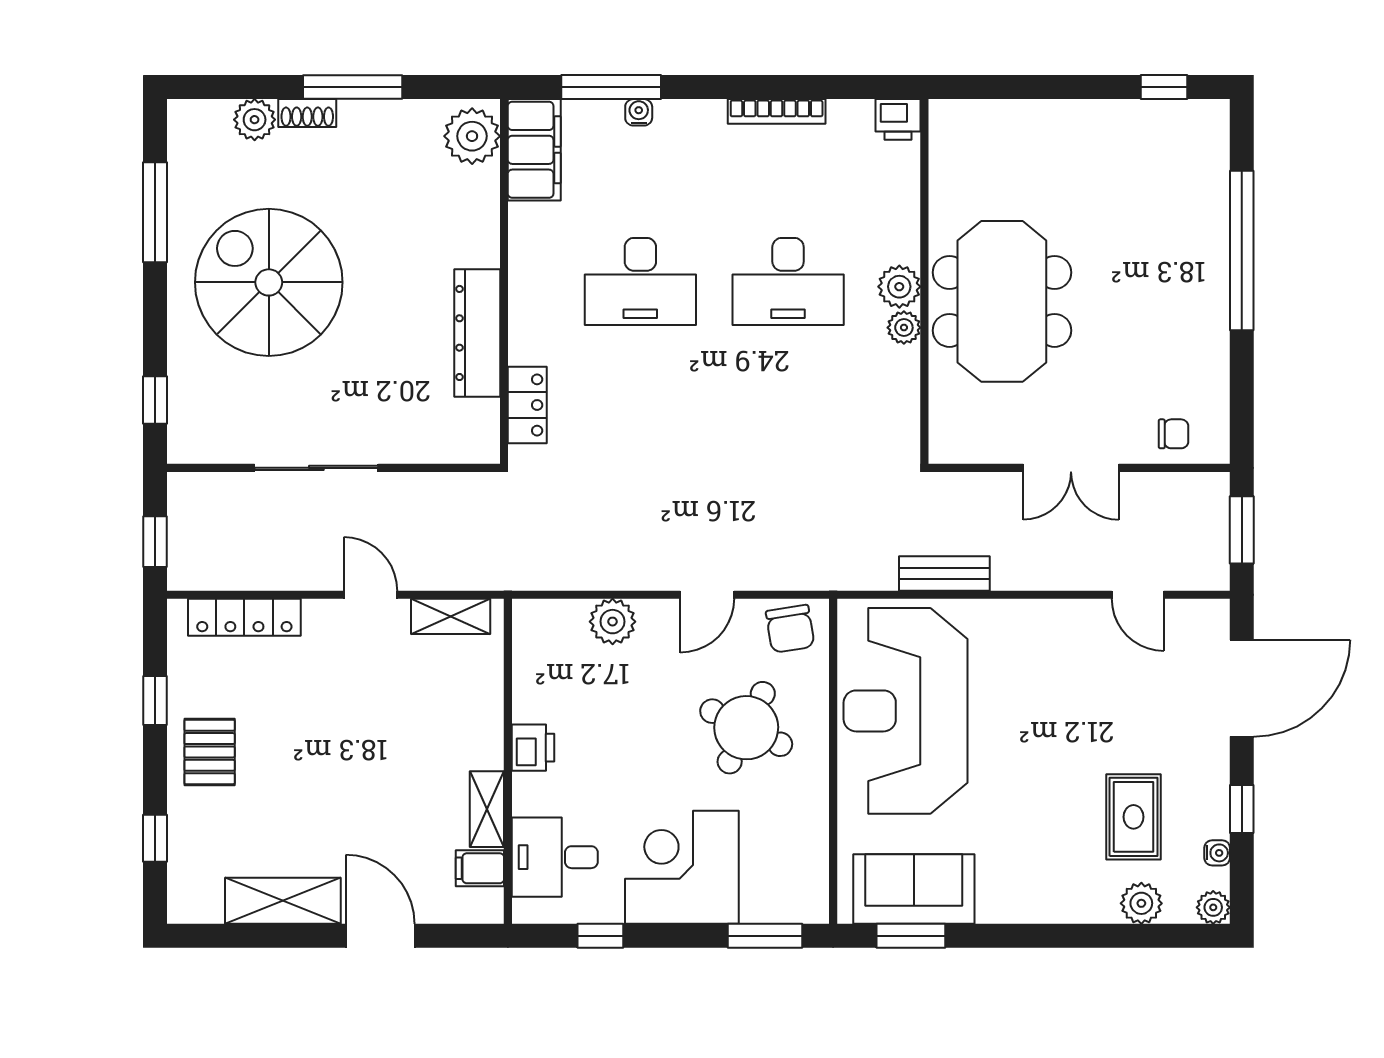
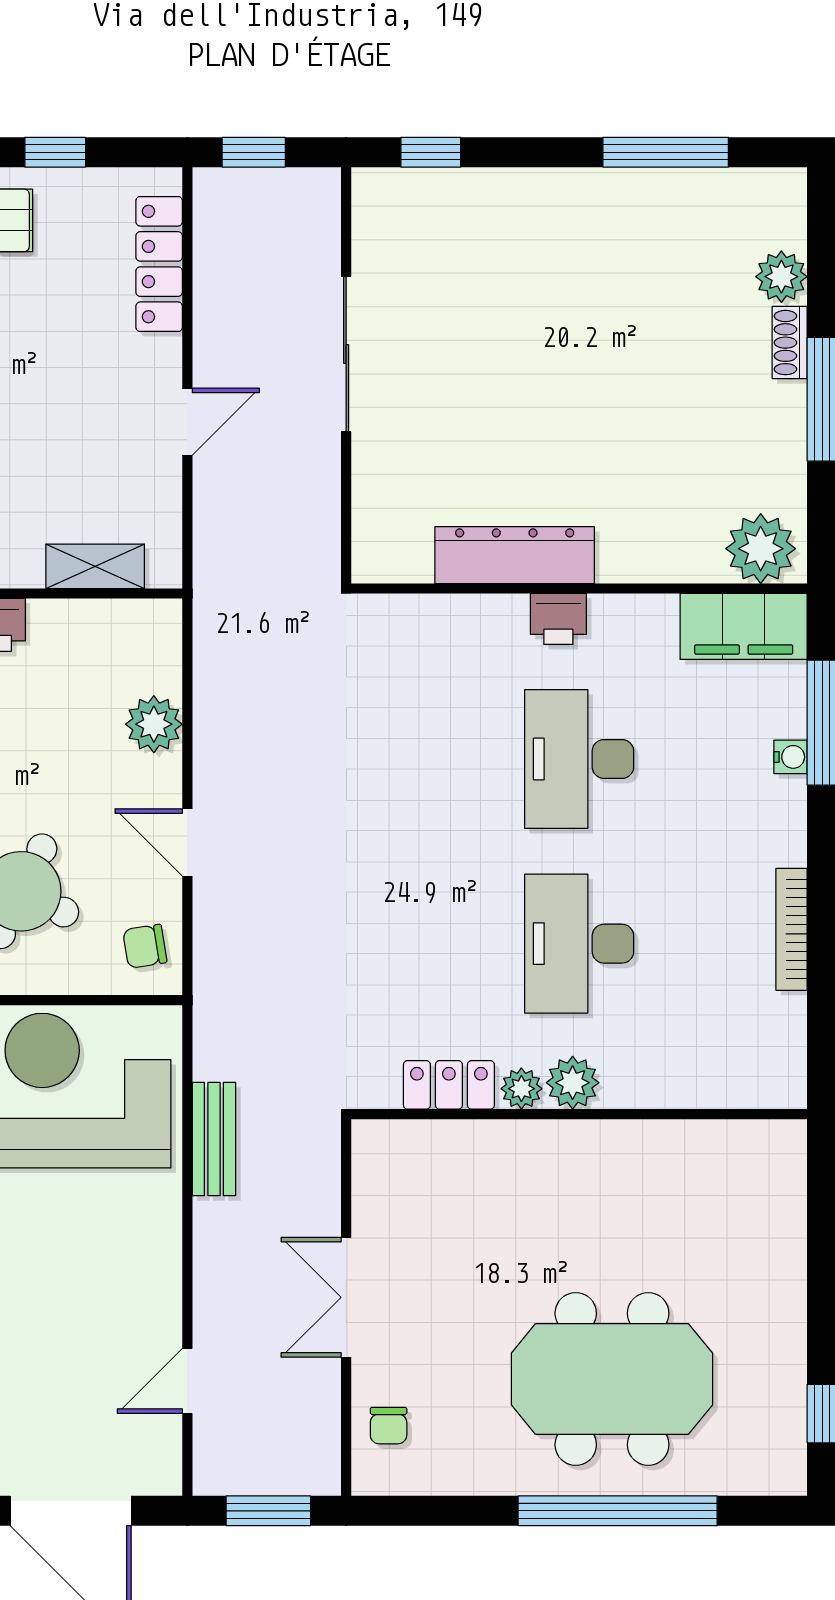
printer: (898, 119) -> (558, 619), moved, turned -90
spiral stairs: (269, 282) -> (578, 294), removed
meeting table: (1002, 301) -> (612, 1379), moved
locker: (527, 405) -> (449, 1085), moved, turned 180
shelving: (451, 616) -> (95, 566), moved, turned 90
chair: (790, 629) -> (145, 946), width x0.73, depth x0.73

